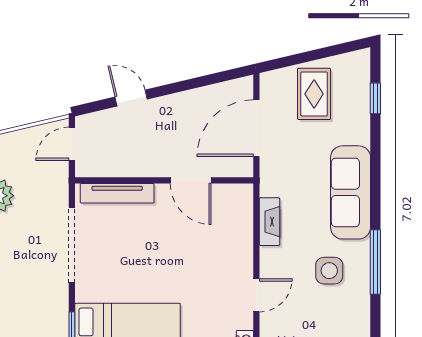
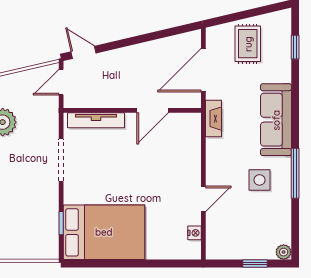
door: (131, 98) -> (84, 52), moved
door: (191, 180) -> (153, 110), hinge flipped
fireplace: (270, 222) -> (213, 119), moved
doorway: (72, 245) -> (61, 160), width x0.73

